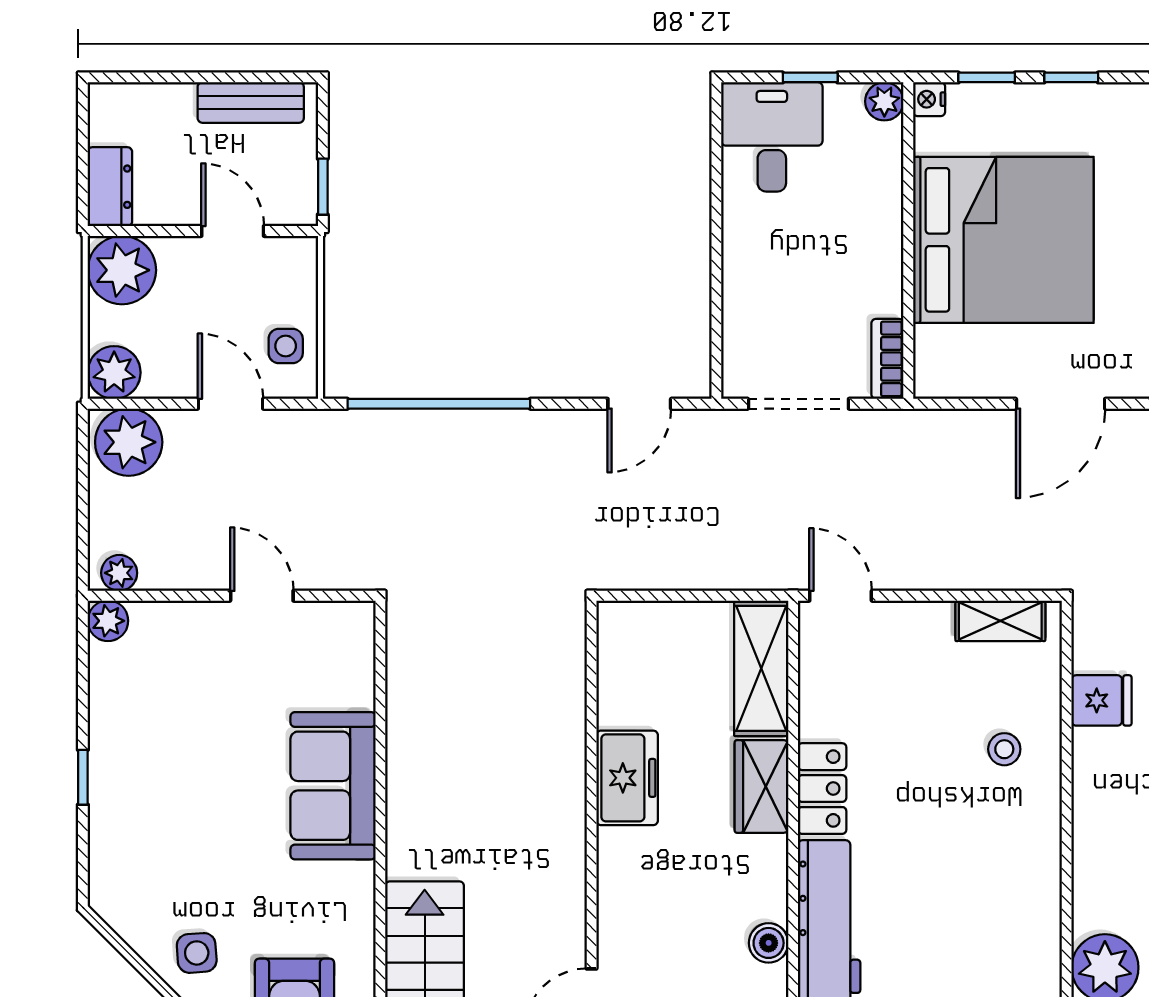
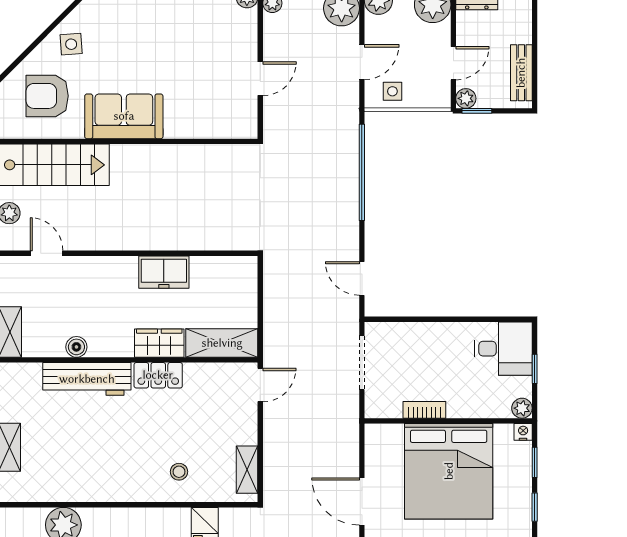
plant: (299, 207) -> (466, 98), added
bookcase: (887, 359) -> (424, 410), moved
sofa: (333, 786) -> (124, 116), moved

